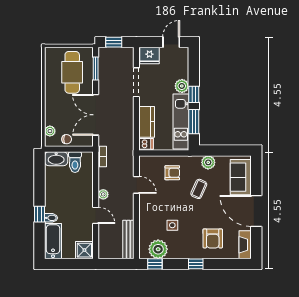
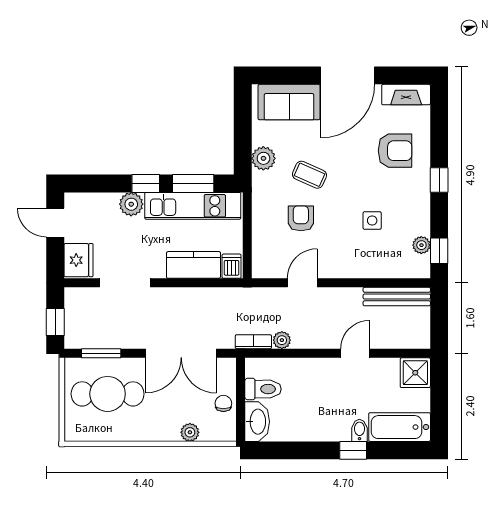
plant: (50, 131) -> (190, 432), moved
armchair: (172, 173) -> (301, 218), moved
plant: (103, 194) -> (282, 340), moved
plant: (158, 249) -> (421, 245), width x0.53, depth x0.53

